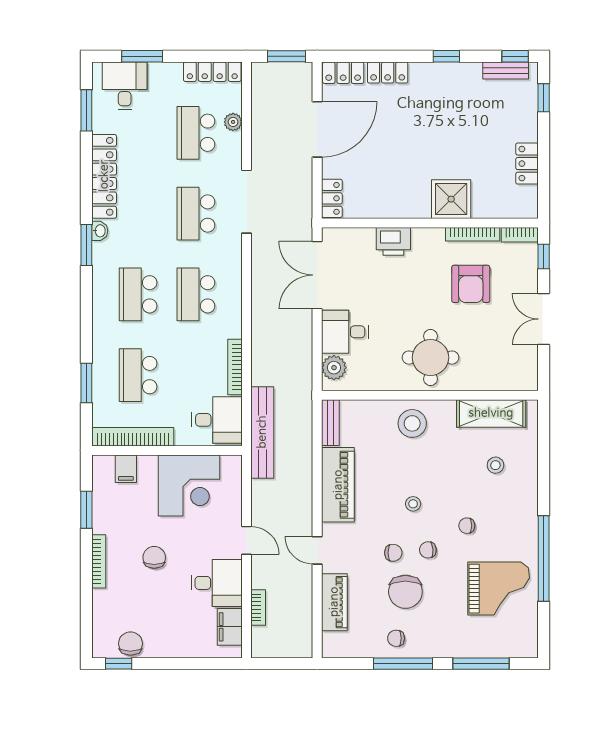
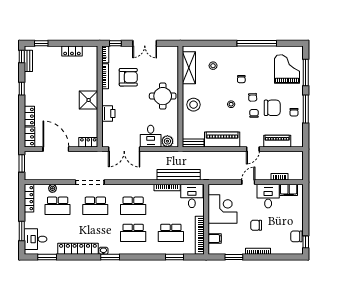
shower: (451, 199) -> (89, 100), moved
bench: (262, 432) -> (179, 175), moved
grand piano: (499, 589) -> (287, 69), moved

